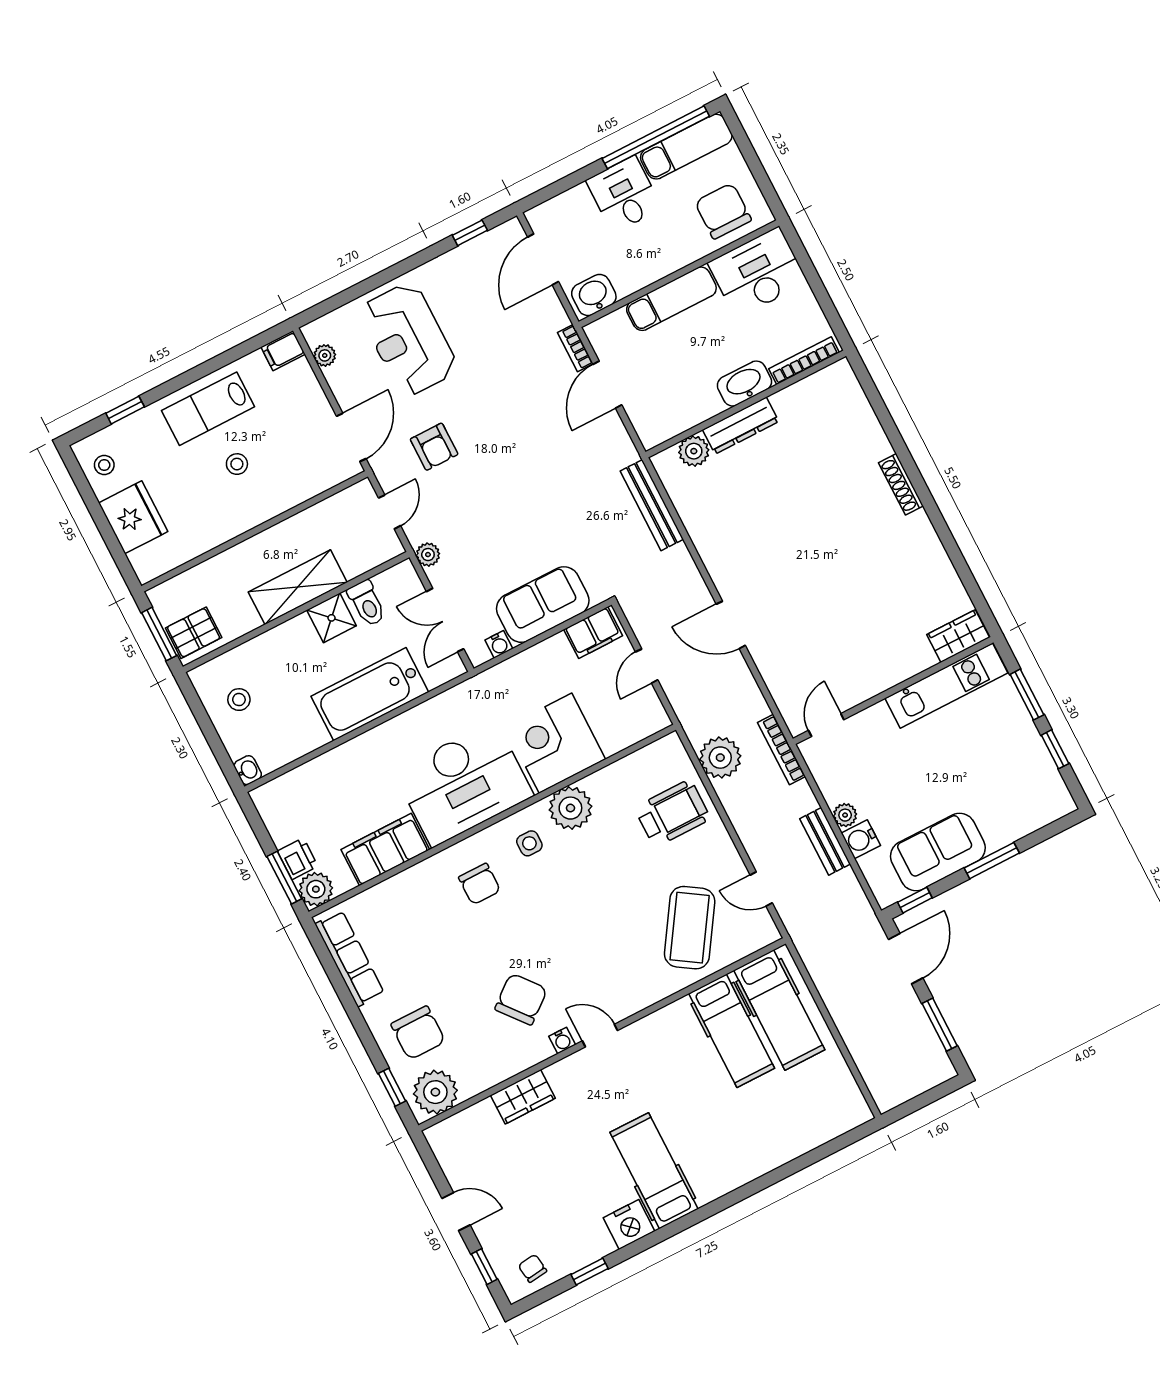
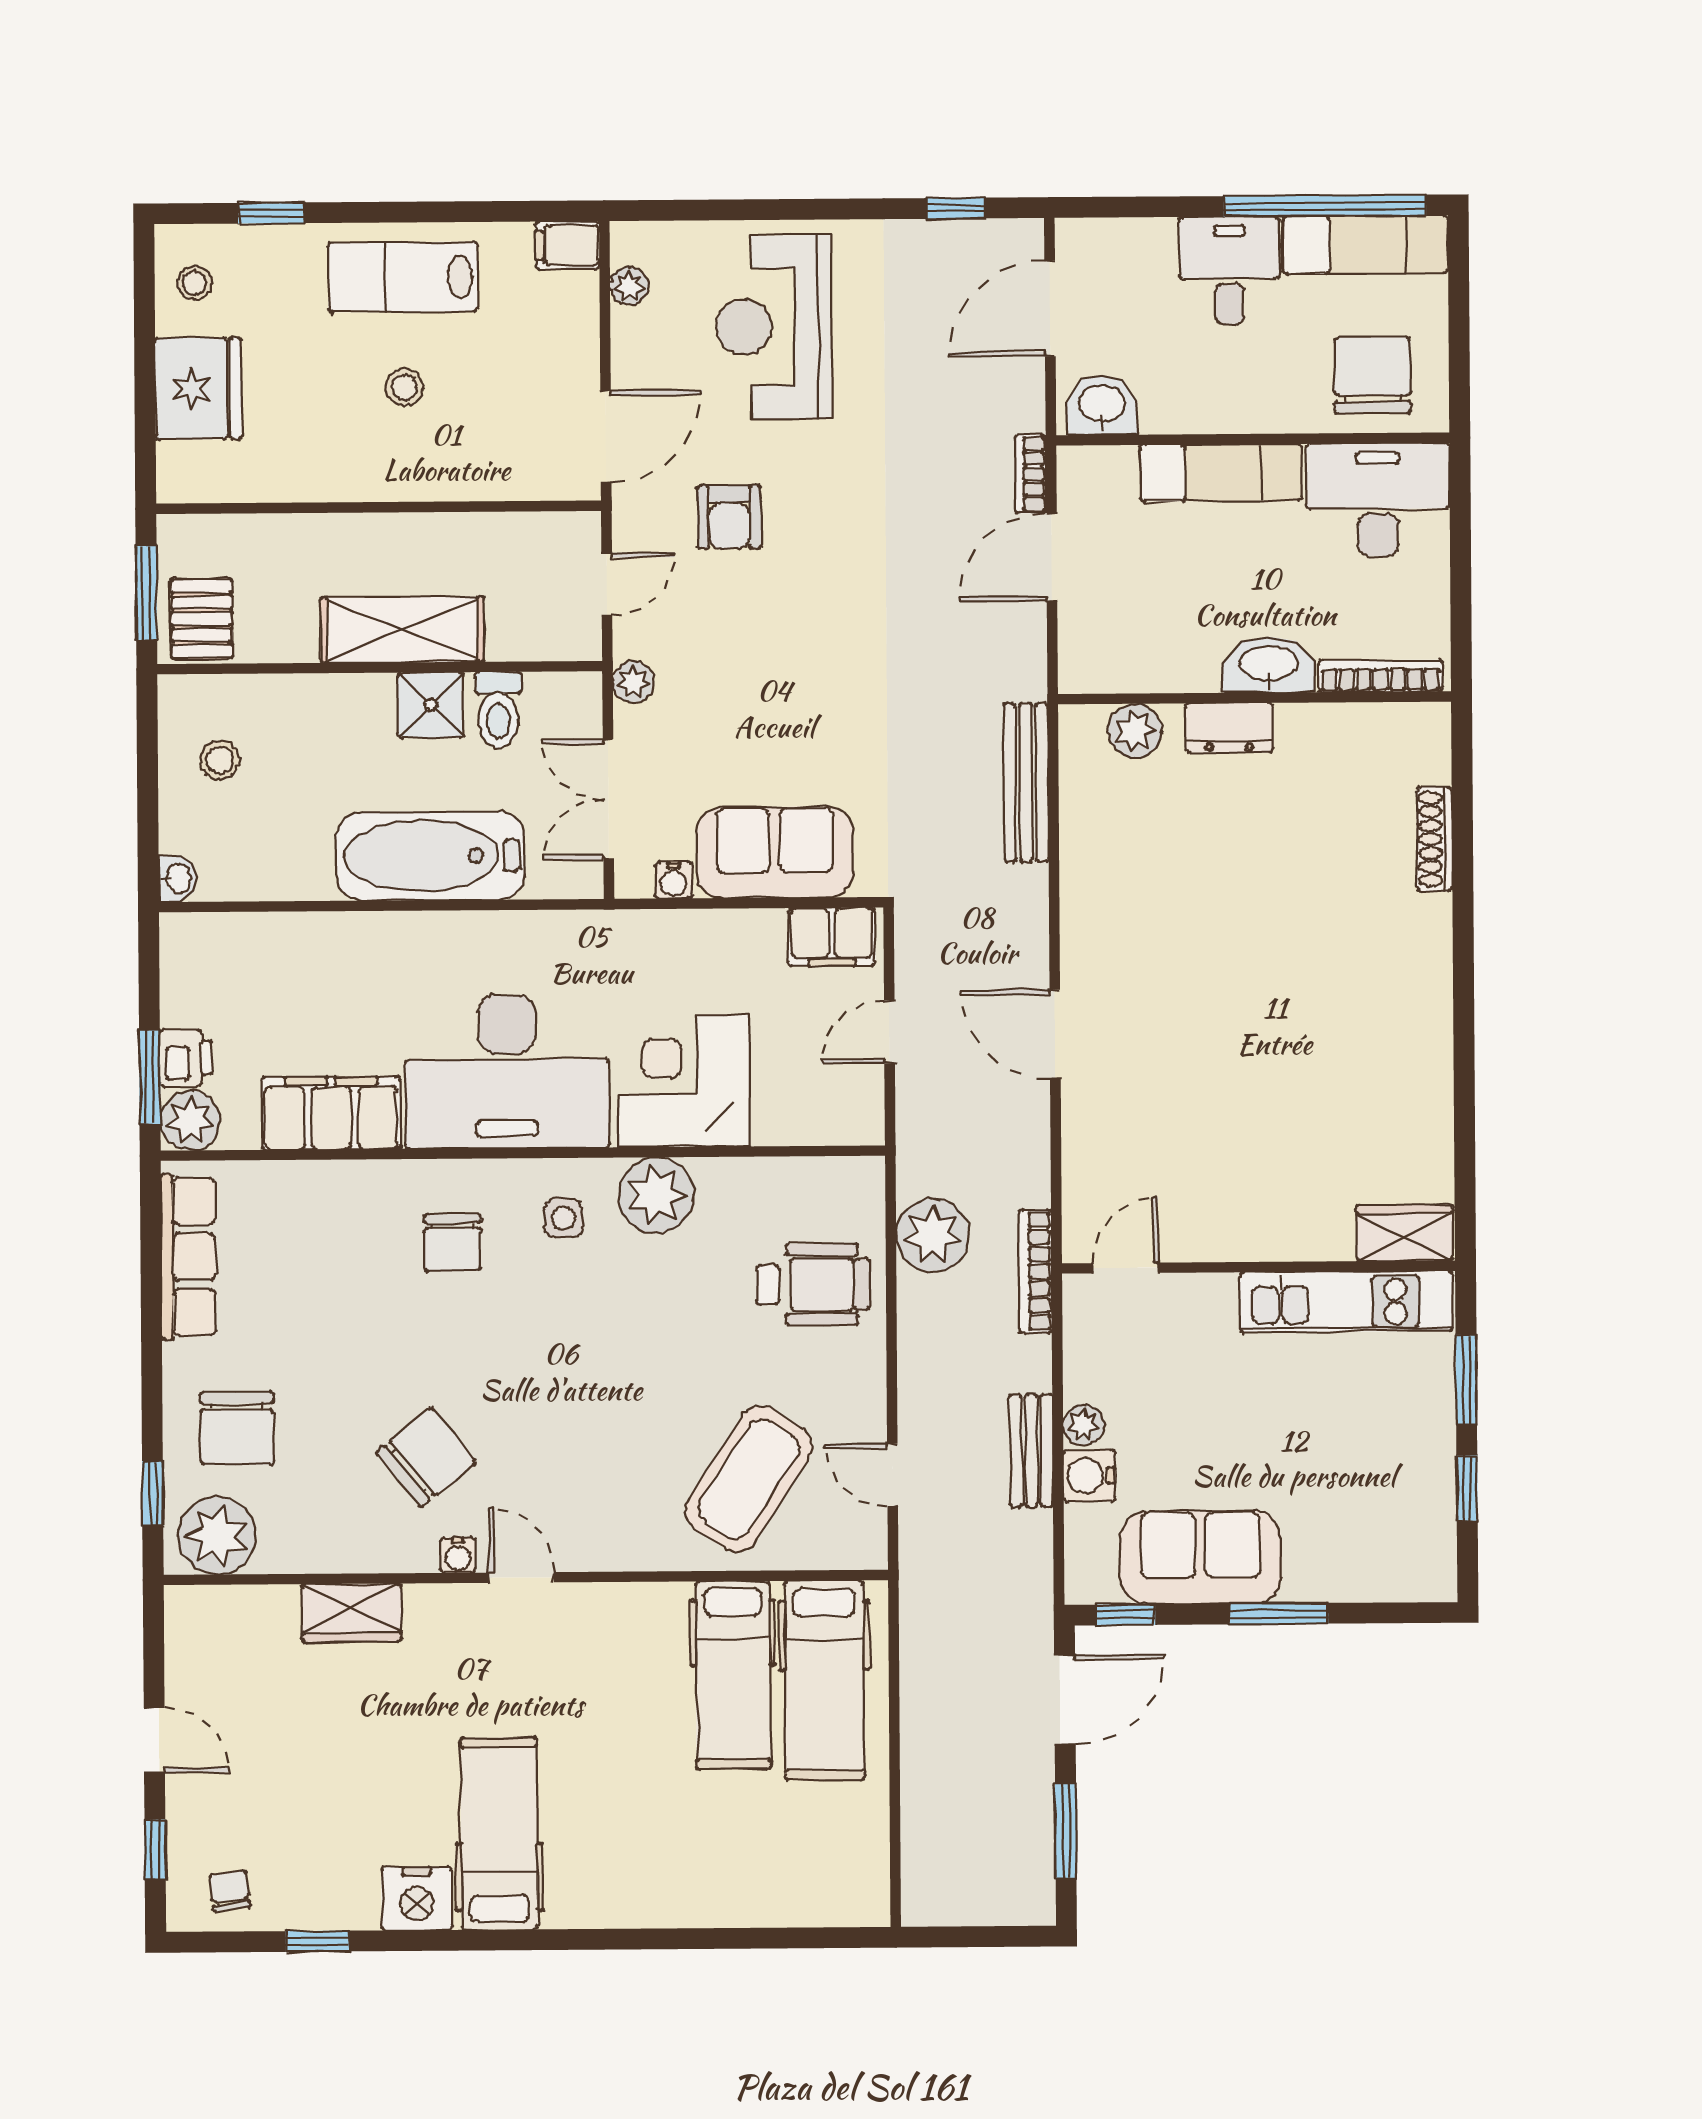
dresser: (741, 426) -> (1229, 728), width x0.70
shoe rack: (901, 484) -> (1434, 839), moved
pallet: (194, 633) -> (202, 619), turned 90

